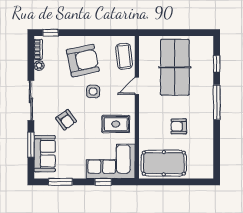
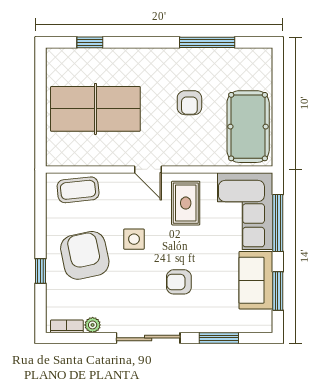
window: (51, 33) -> (40, 271), moved
door: (137, 86) -> (148, 169), moved
window: (217, 102) -> (207, 42), moved
armchair: (66, 120) -> (179, 282), turned -144
sofa: (45, 154) -> (256, 280), moved, turned -90
window: (103, 182) -> (278, 223), width x2.17

